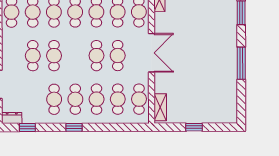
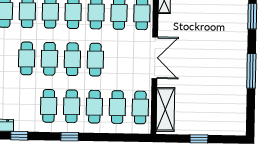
cafe table: (118, 56) -> (72, 59), moved
shelving: (160, 107) -> (165, 109), width x1.50, depth x1.33

